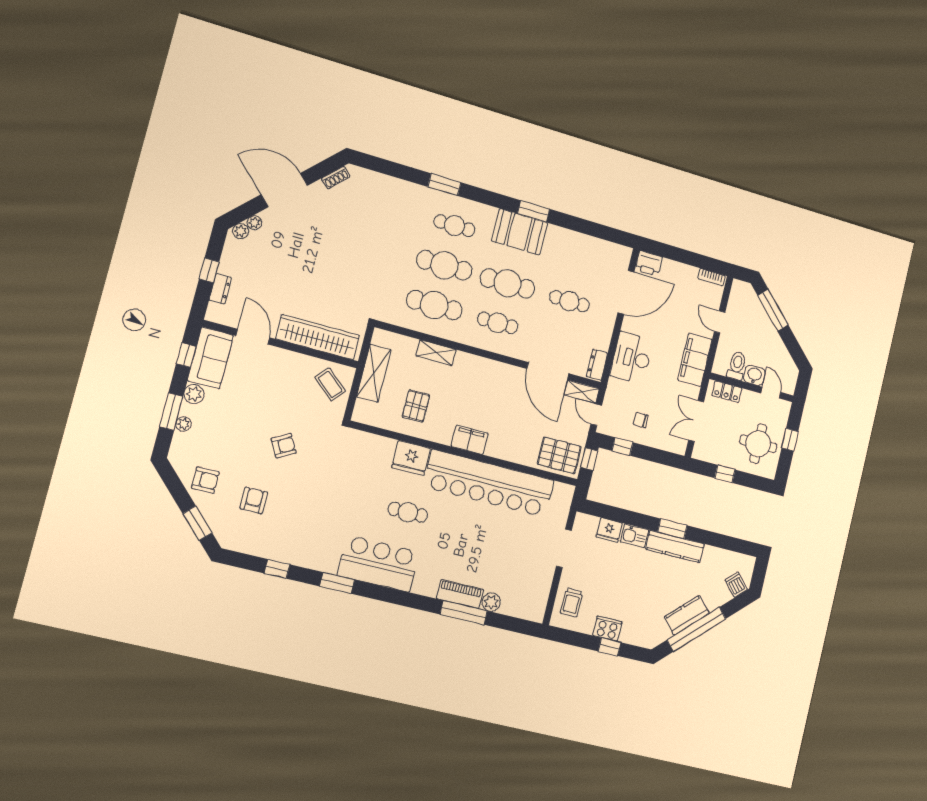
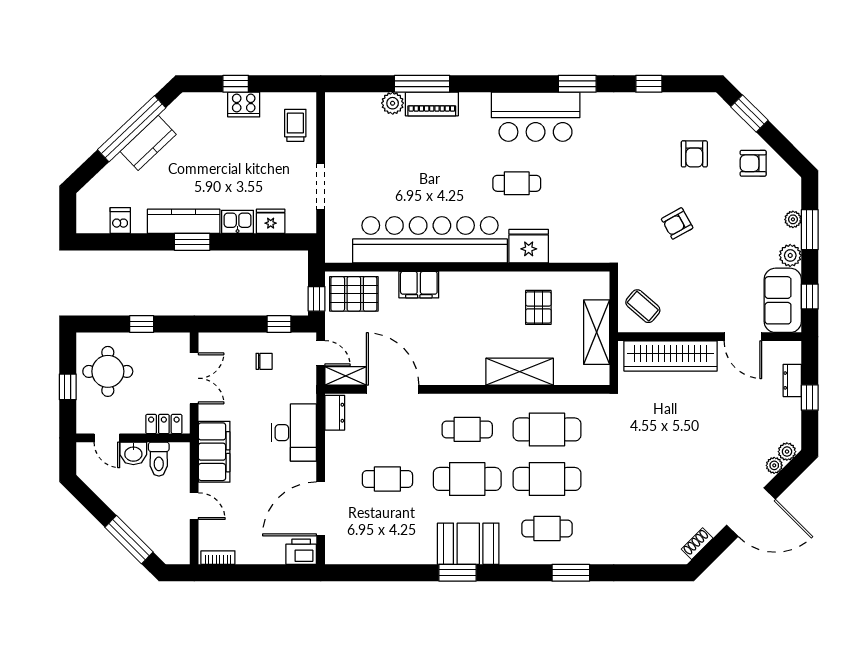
shelving: (436, 353) -> (520, 372), width x1.50, depth x1.33
filing cabinet: (470, 440) -> (419, 285), moved
dishwasher: (736, 585) -> (120, 220), moved, turned -136

